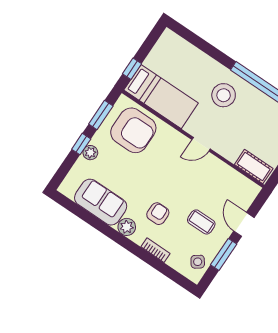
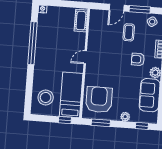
stool: (224, 95) -> (46, 97), moved
window: (81, 144) -> (142, 126), moved
door: (201, 144) -> (85, 57), swing flipped

